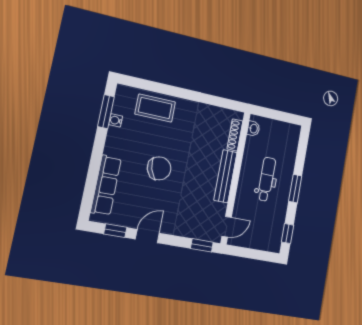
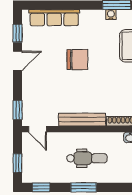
chair: (159, 168) -> (77, 60), turned -74
door: (147, 236) -> (18, 61), hinge flipped
window: (258, 255) -> (18, 163), added

